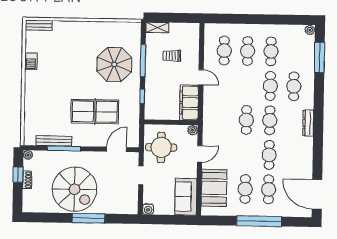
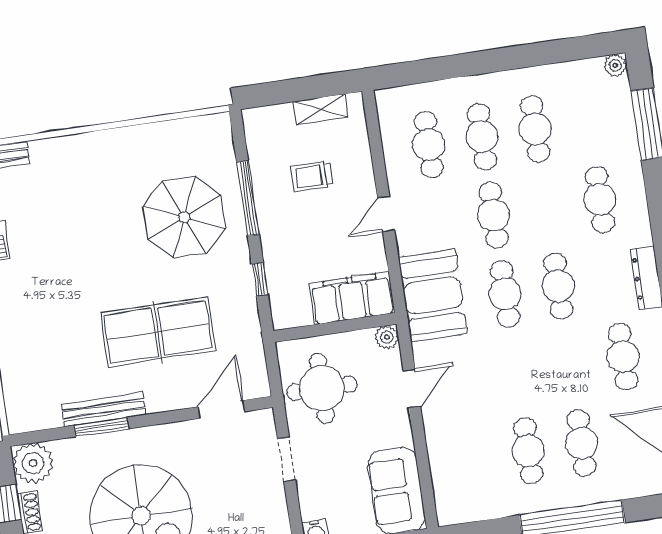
shelving: (157, 27) -> (321, 109), moved
door: (201, 77) -> (386, 214), swing flipped
cafe table: (270, 86) -> (493, 215), moved
filing cabinet: (189, 103) -> (352, 298), moved, turned 90
bench: (54, 141) -> (104, 409), moved
window: (64, 148) -> (101, 427), width x0.69
plant: (28, 155) -> (33, 463), width x1.88, depth x1.88
cafe table: (269, 155) -> (623, 357), moved
booth: (214, 188) -> (433, 295), moved

